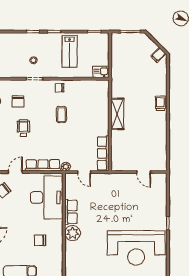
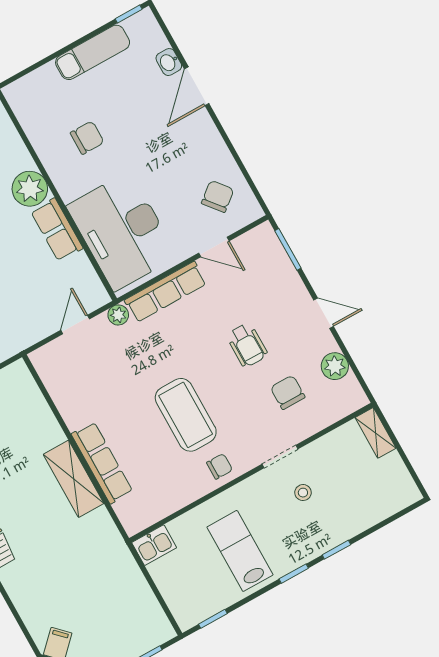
coffee table: (61, 114) -> (186, 415), width x1.86, depth x1.72
row of seats: (103, 153) -> (102, 463), moved
door: (15, 172) -> (214, 247), hinge flipped
door: (84, 172) -> (75, 324), hinge flipped

